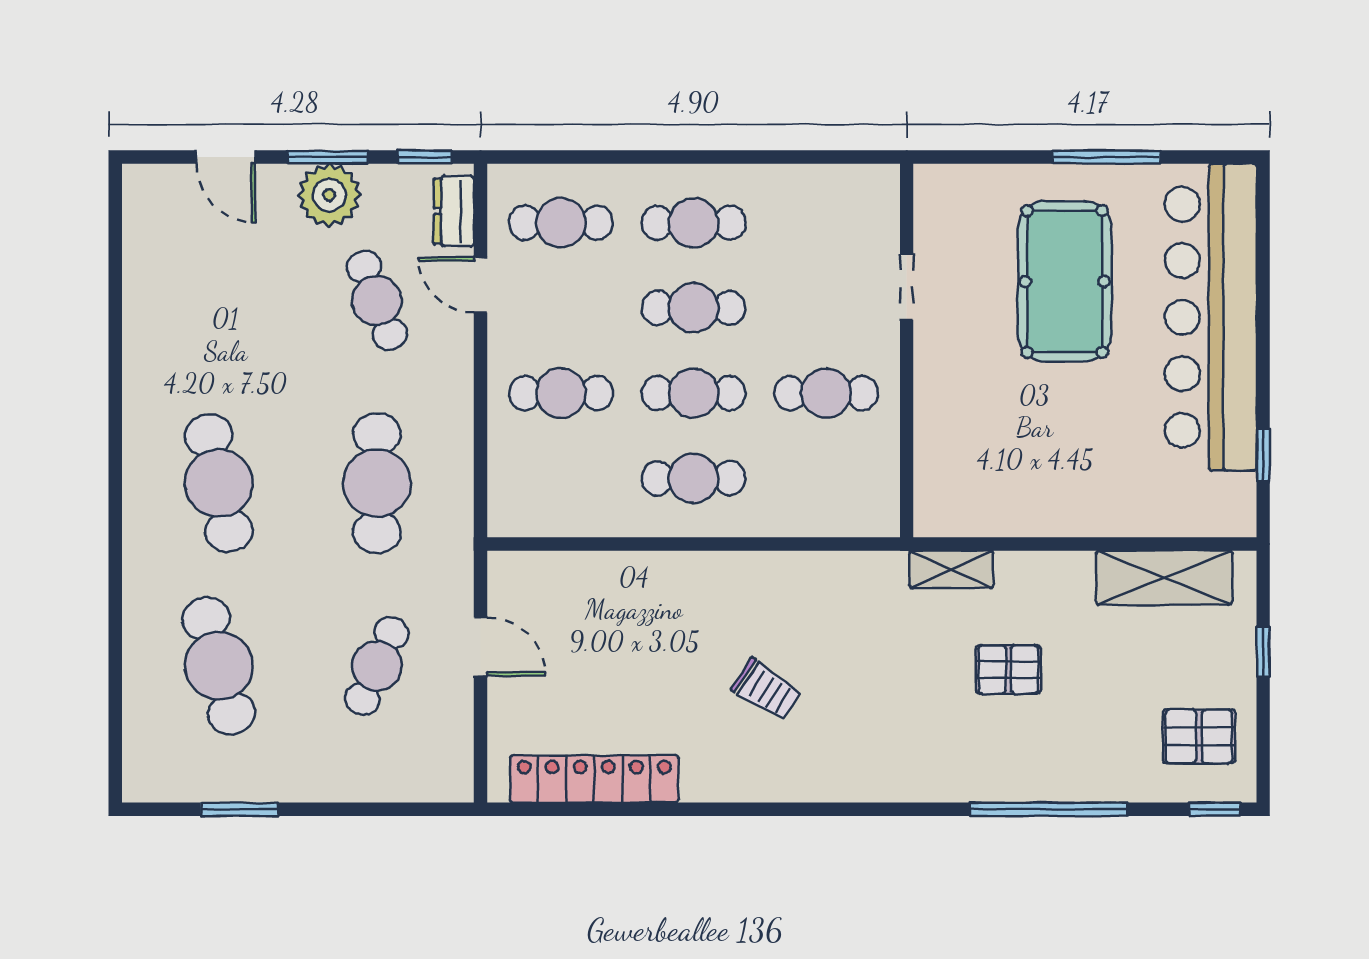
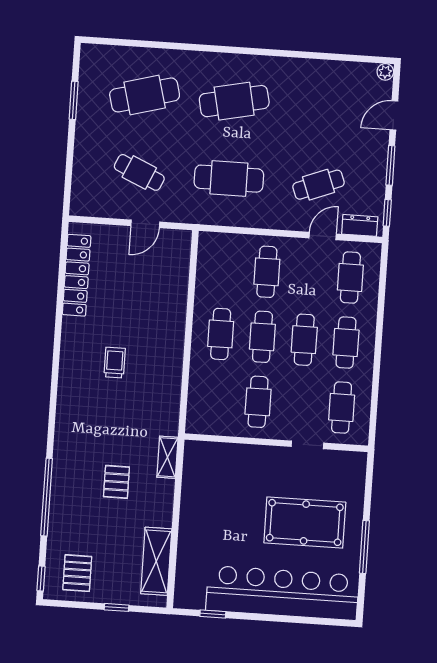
plant: (329, 195) -> (385, 72), moved, width x0.53, depth x0.53
cafe table: (826, 223) -> (342, 408), added
trolley: (766, 690) -> (115, 363), turned 147

